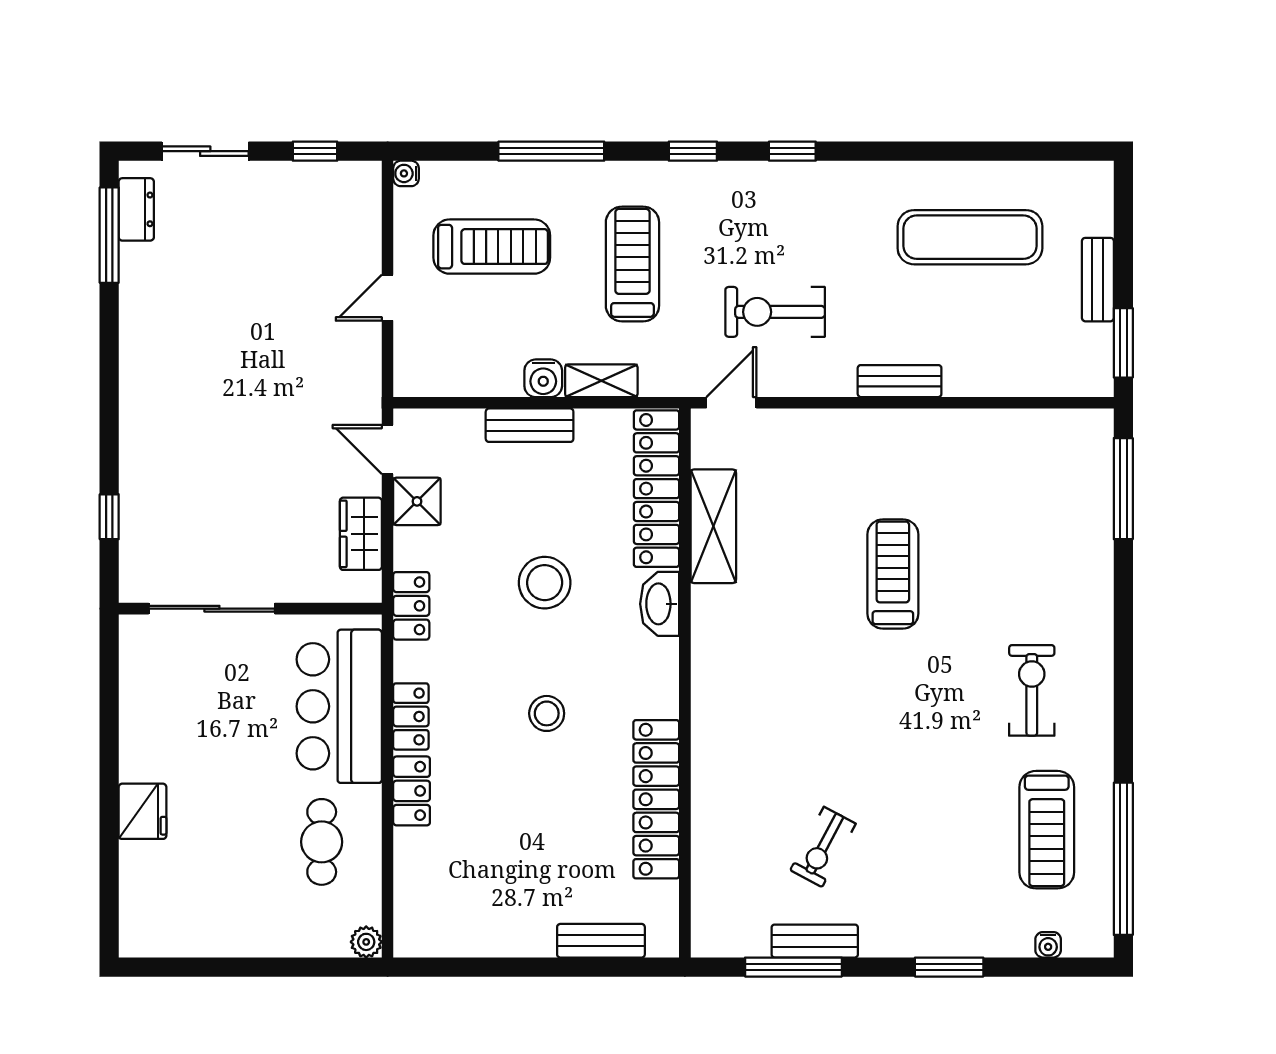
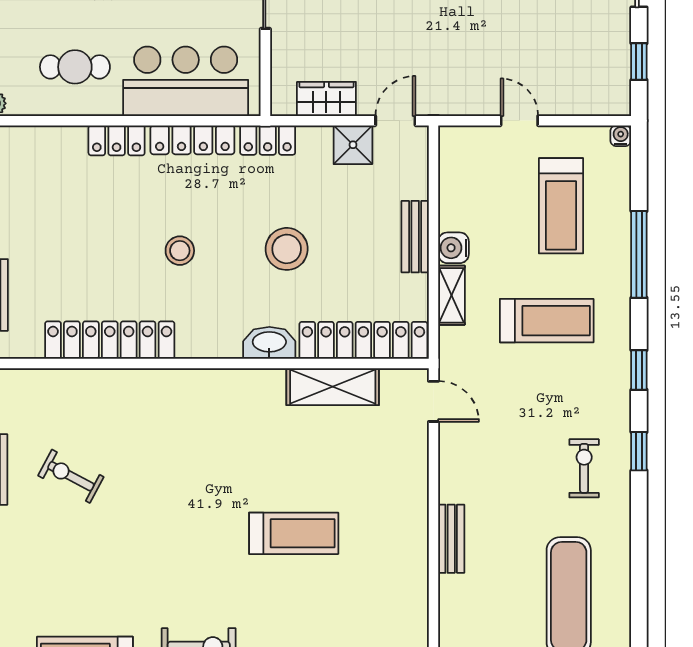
exercise bike: (775, 312) -> (584, 468), moved, width x0.73, depth x0.72
locker: (411, 716) -> (192, 140), width x1.53

